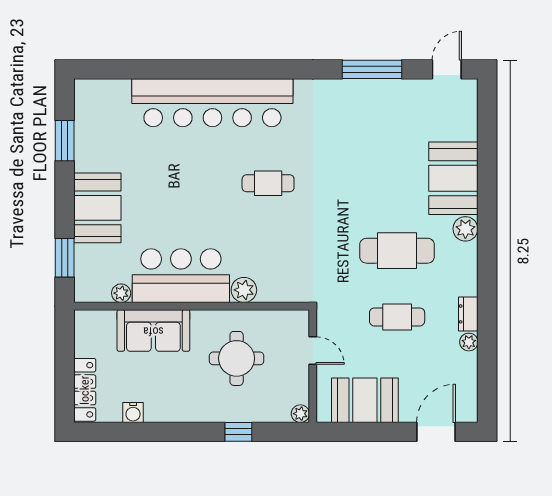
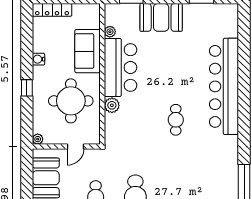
round table: (237, 358) -> (71, 101), width x1.36, depth x1.36
water cooler: (133, 413) -> (38, 59), moved
window: (238, 432) -> (27, 88), moved

